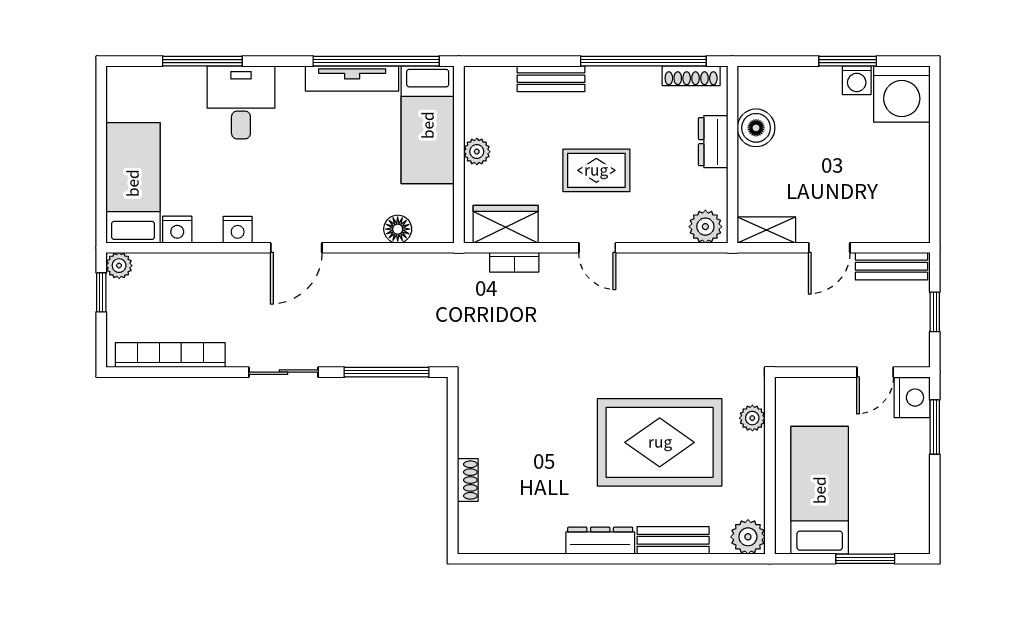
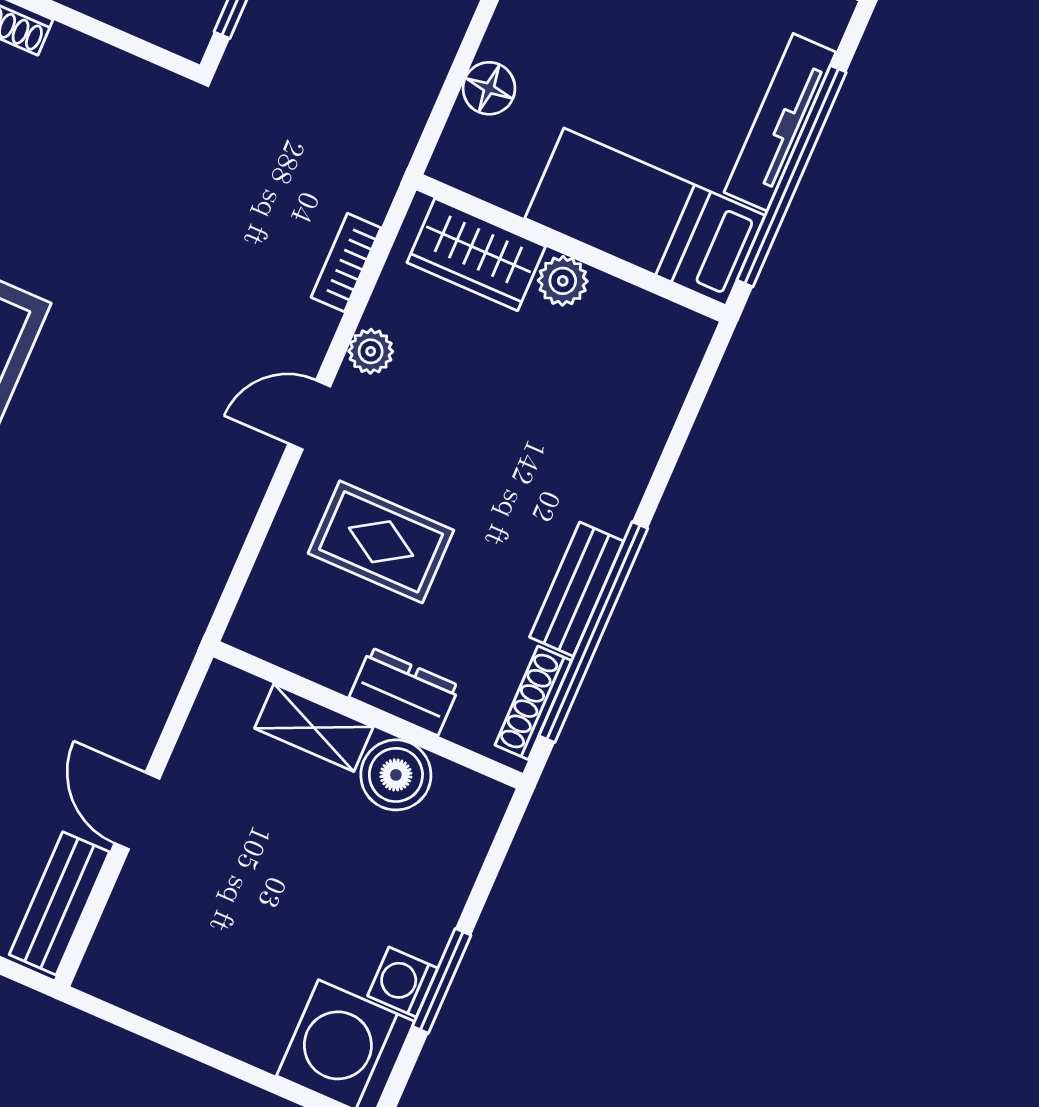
bench: (551, 79) -> (576, 589), moved
rug: (596, 170) -> (381, 542), moved, turned 90
wardrobe: (506, 224) -> (476, 255), moved, turned 90
plant: (705, 227) -> (371, 351), moved, width x0.73, depth x0.73
shelving: (766, 230) -> (314, 728), moved, turned 90

